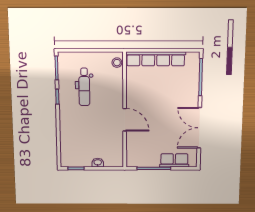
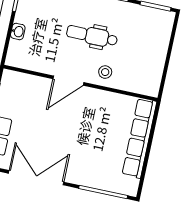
stool: (117, 63) -> (105, 72), moved
dental chair: (84, 87) -> (92, 36), moved

